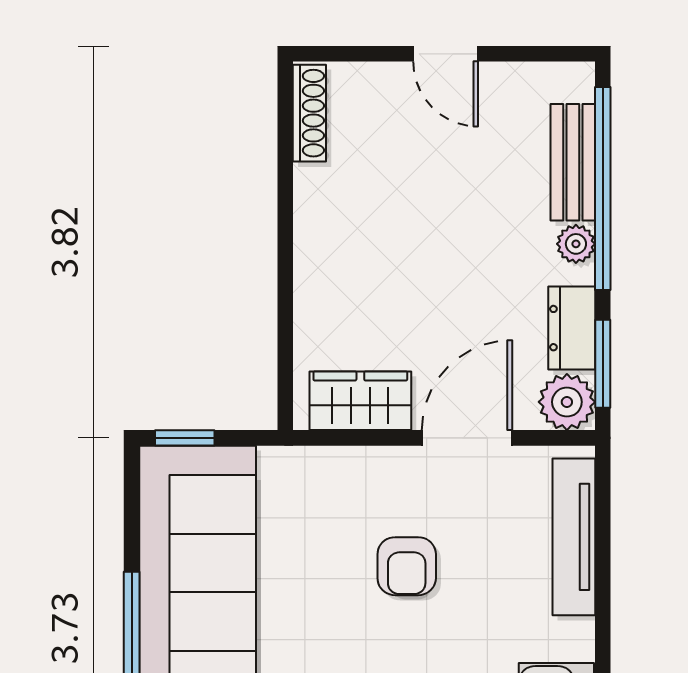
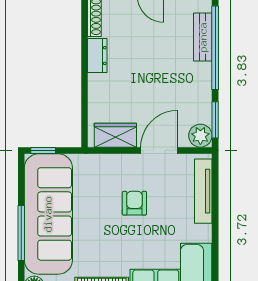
plant: (576, 244) -> (204, 71), removed
dresser: (572, 328) -> (97, 56), moved, turned 180
armchair: (407, 566) -> (134, 203), turned 180

